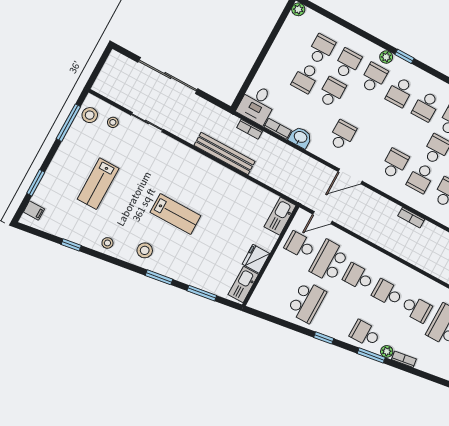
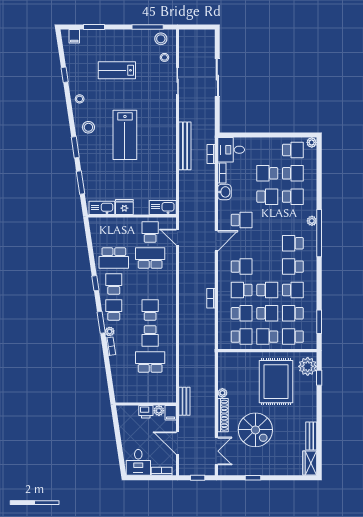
window: (404, 56) -> (319, 233), width x3.17
sliding door: (168, 76) -> (217, 78), width x0.73
school desk: (374, 78) -> (293, 150), moved
door: (350, 176) -> (216, 241), swing flipped
lab bench: (175, 214) -> (125, 135), width x1.36, depth x1.39
school desk: (358, 277) -> (114, 284), moved

